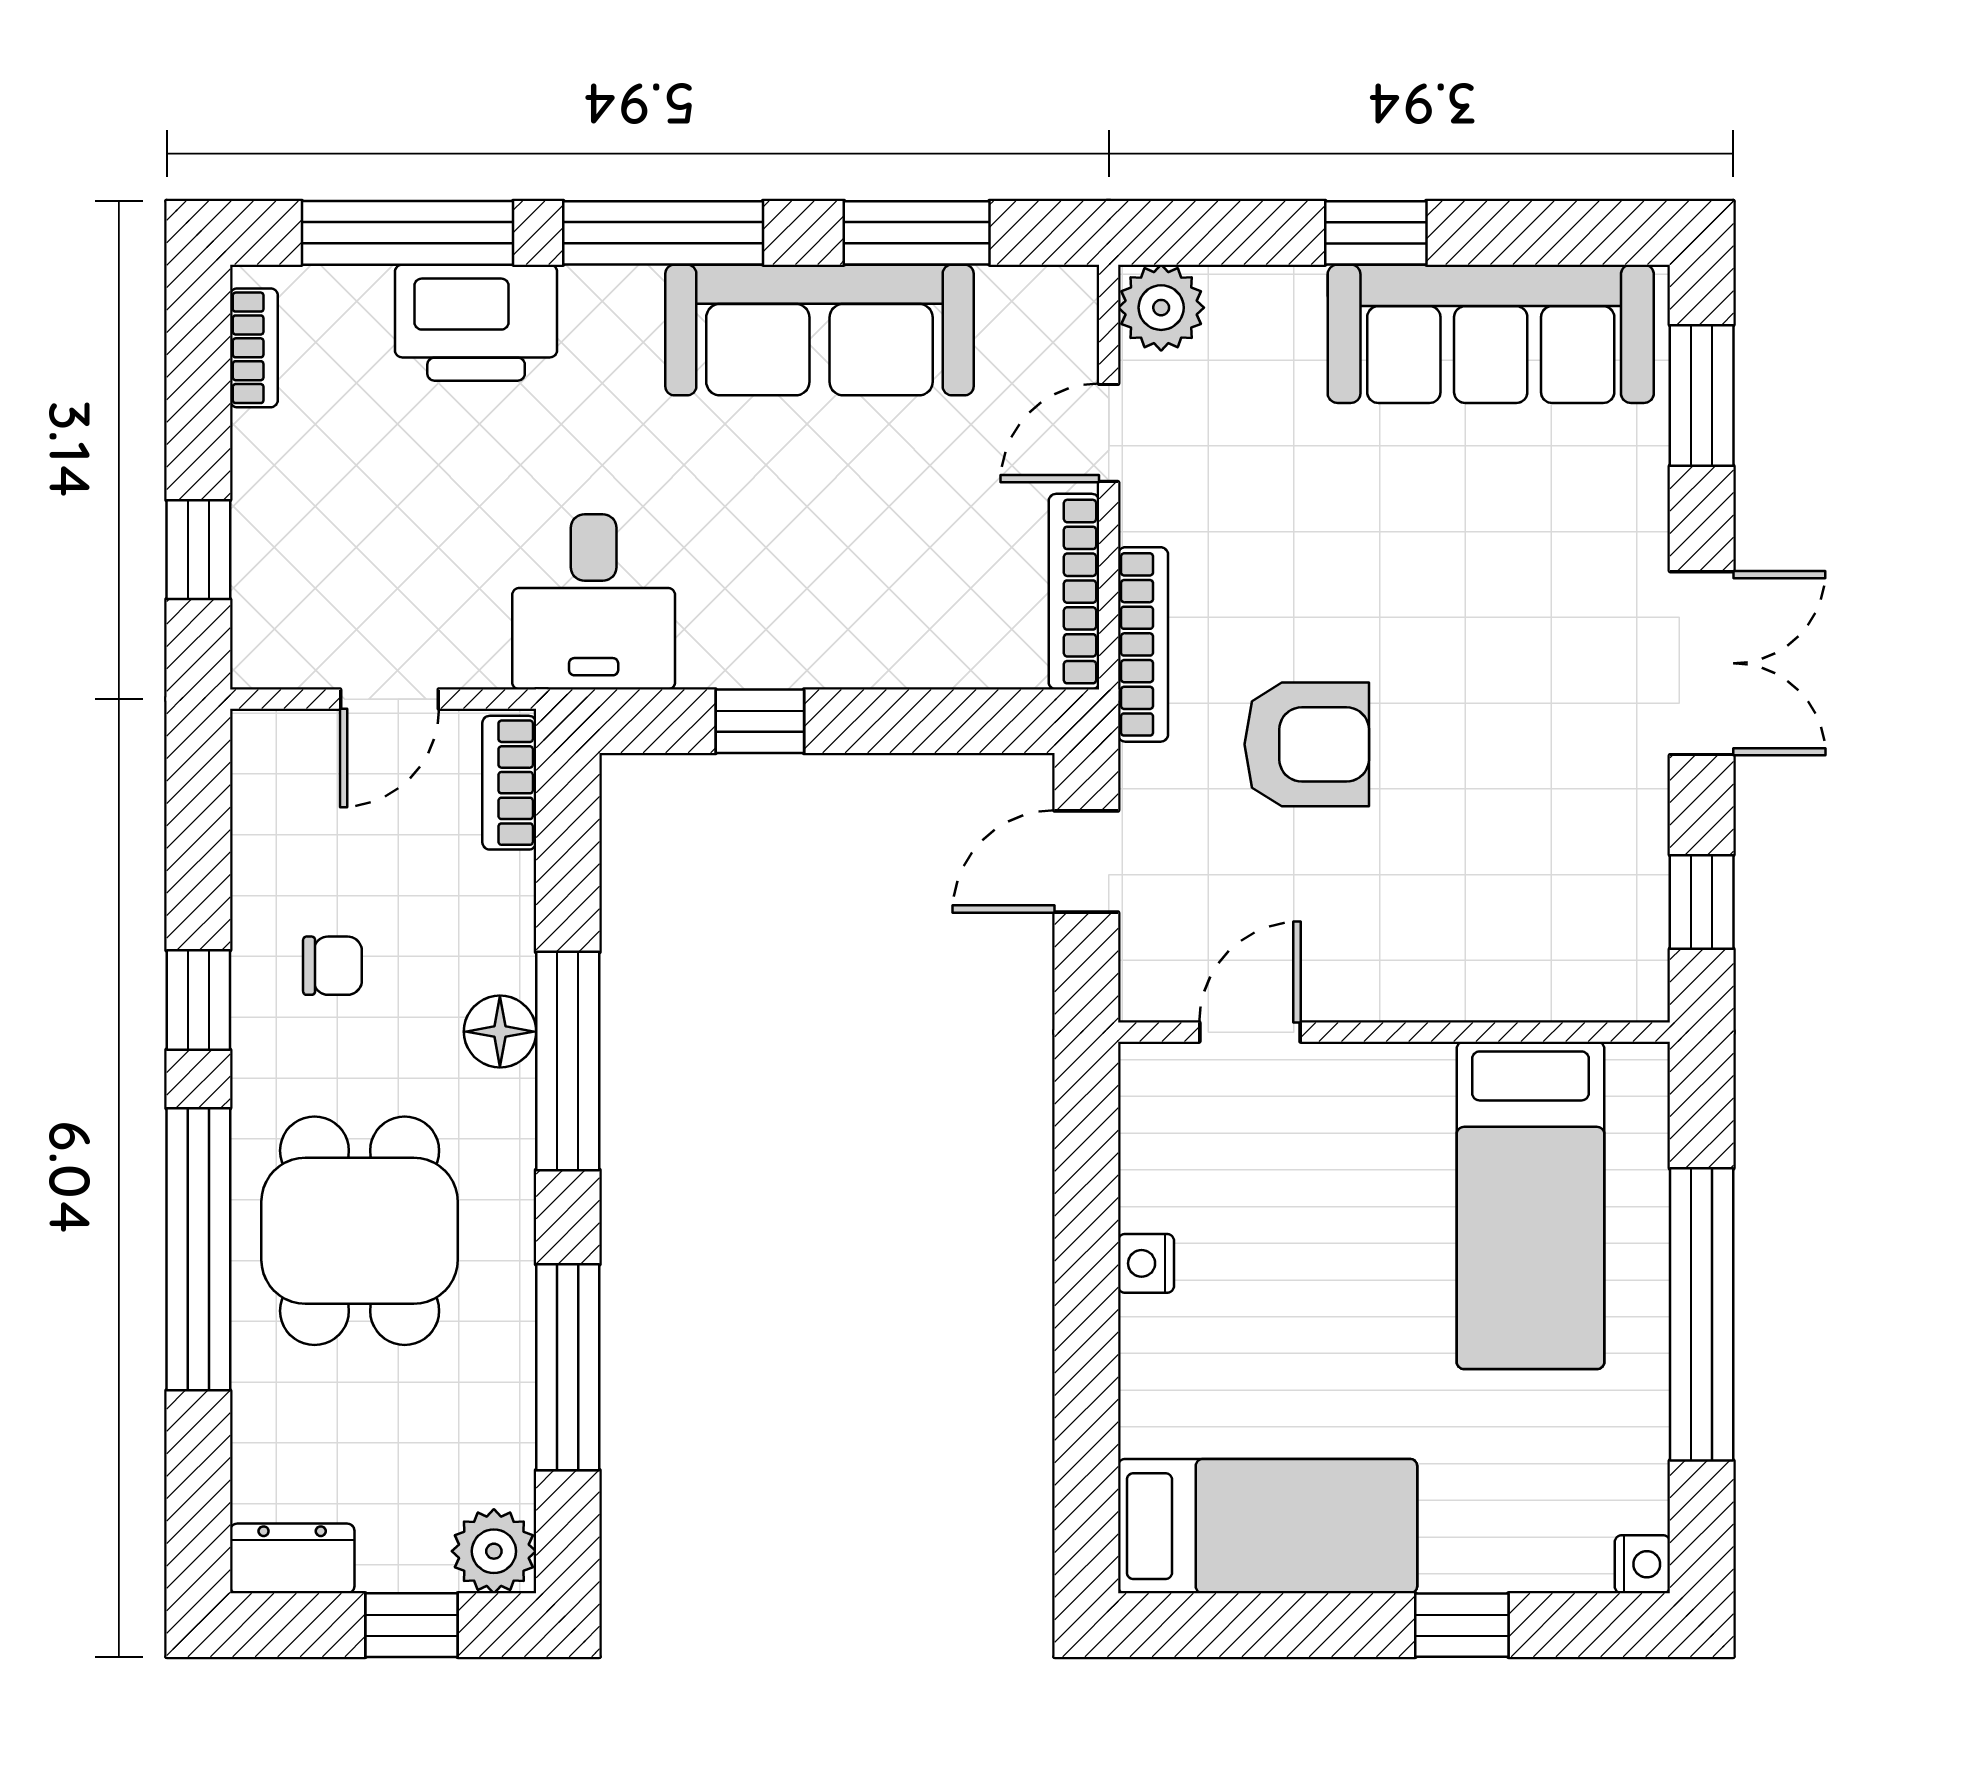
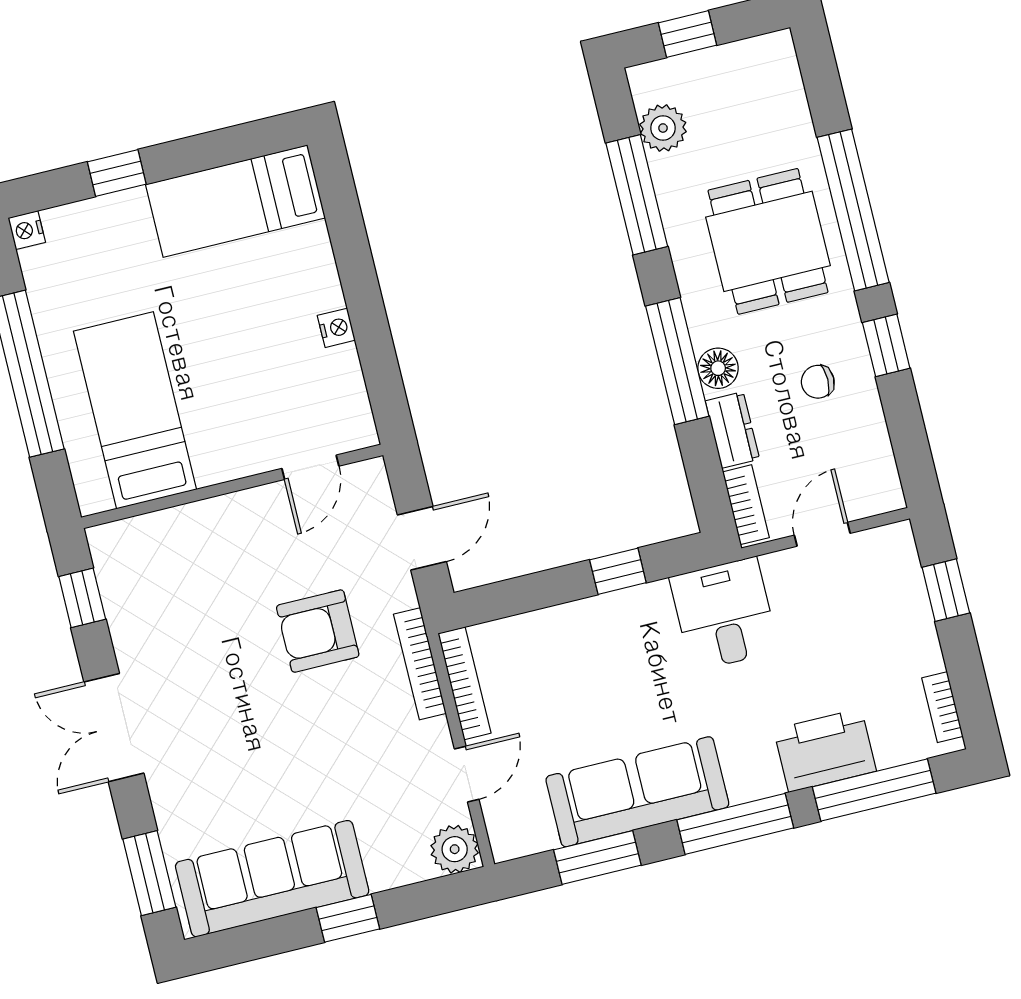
plant: (494, 1551) -> (663, 128), moved
dresser: (292, 1558) -> (732, 430), moved, turned -90

